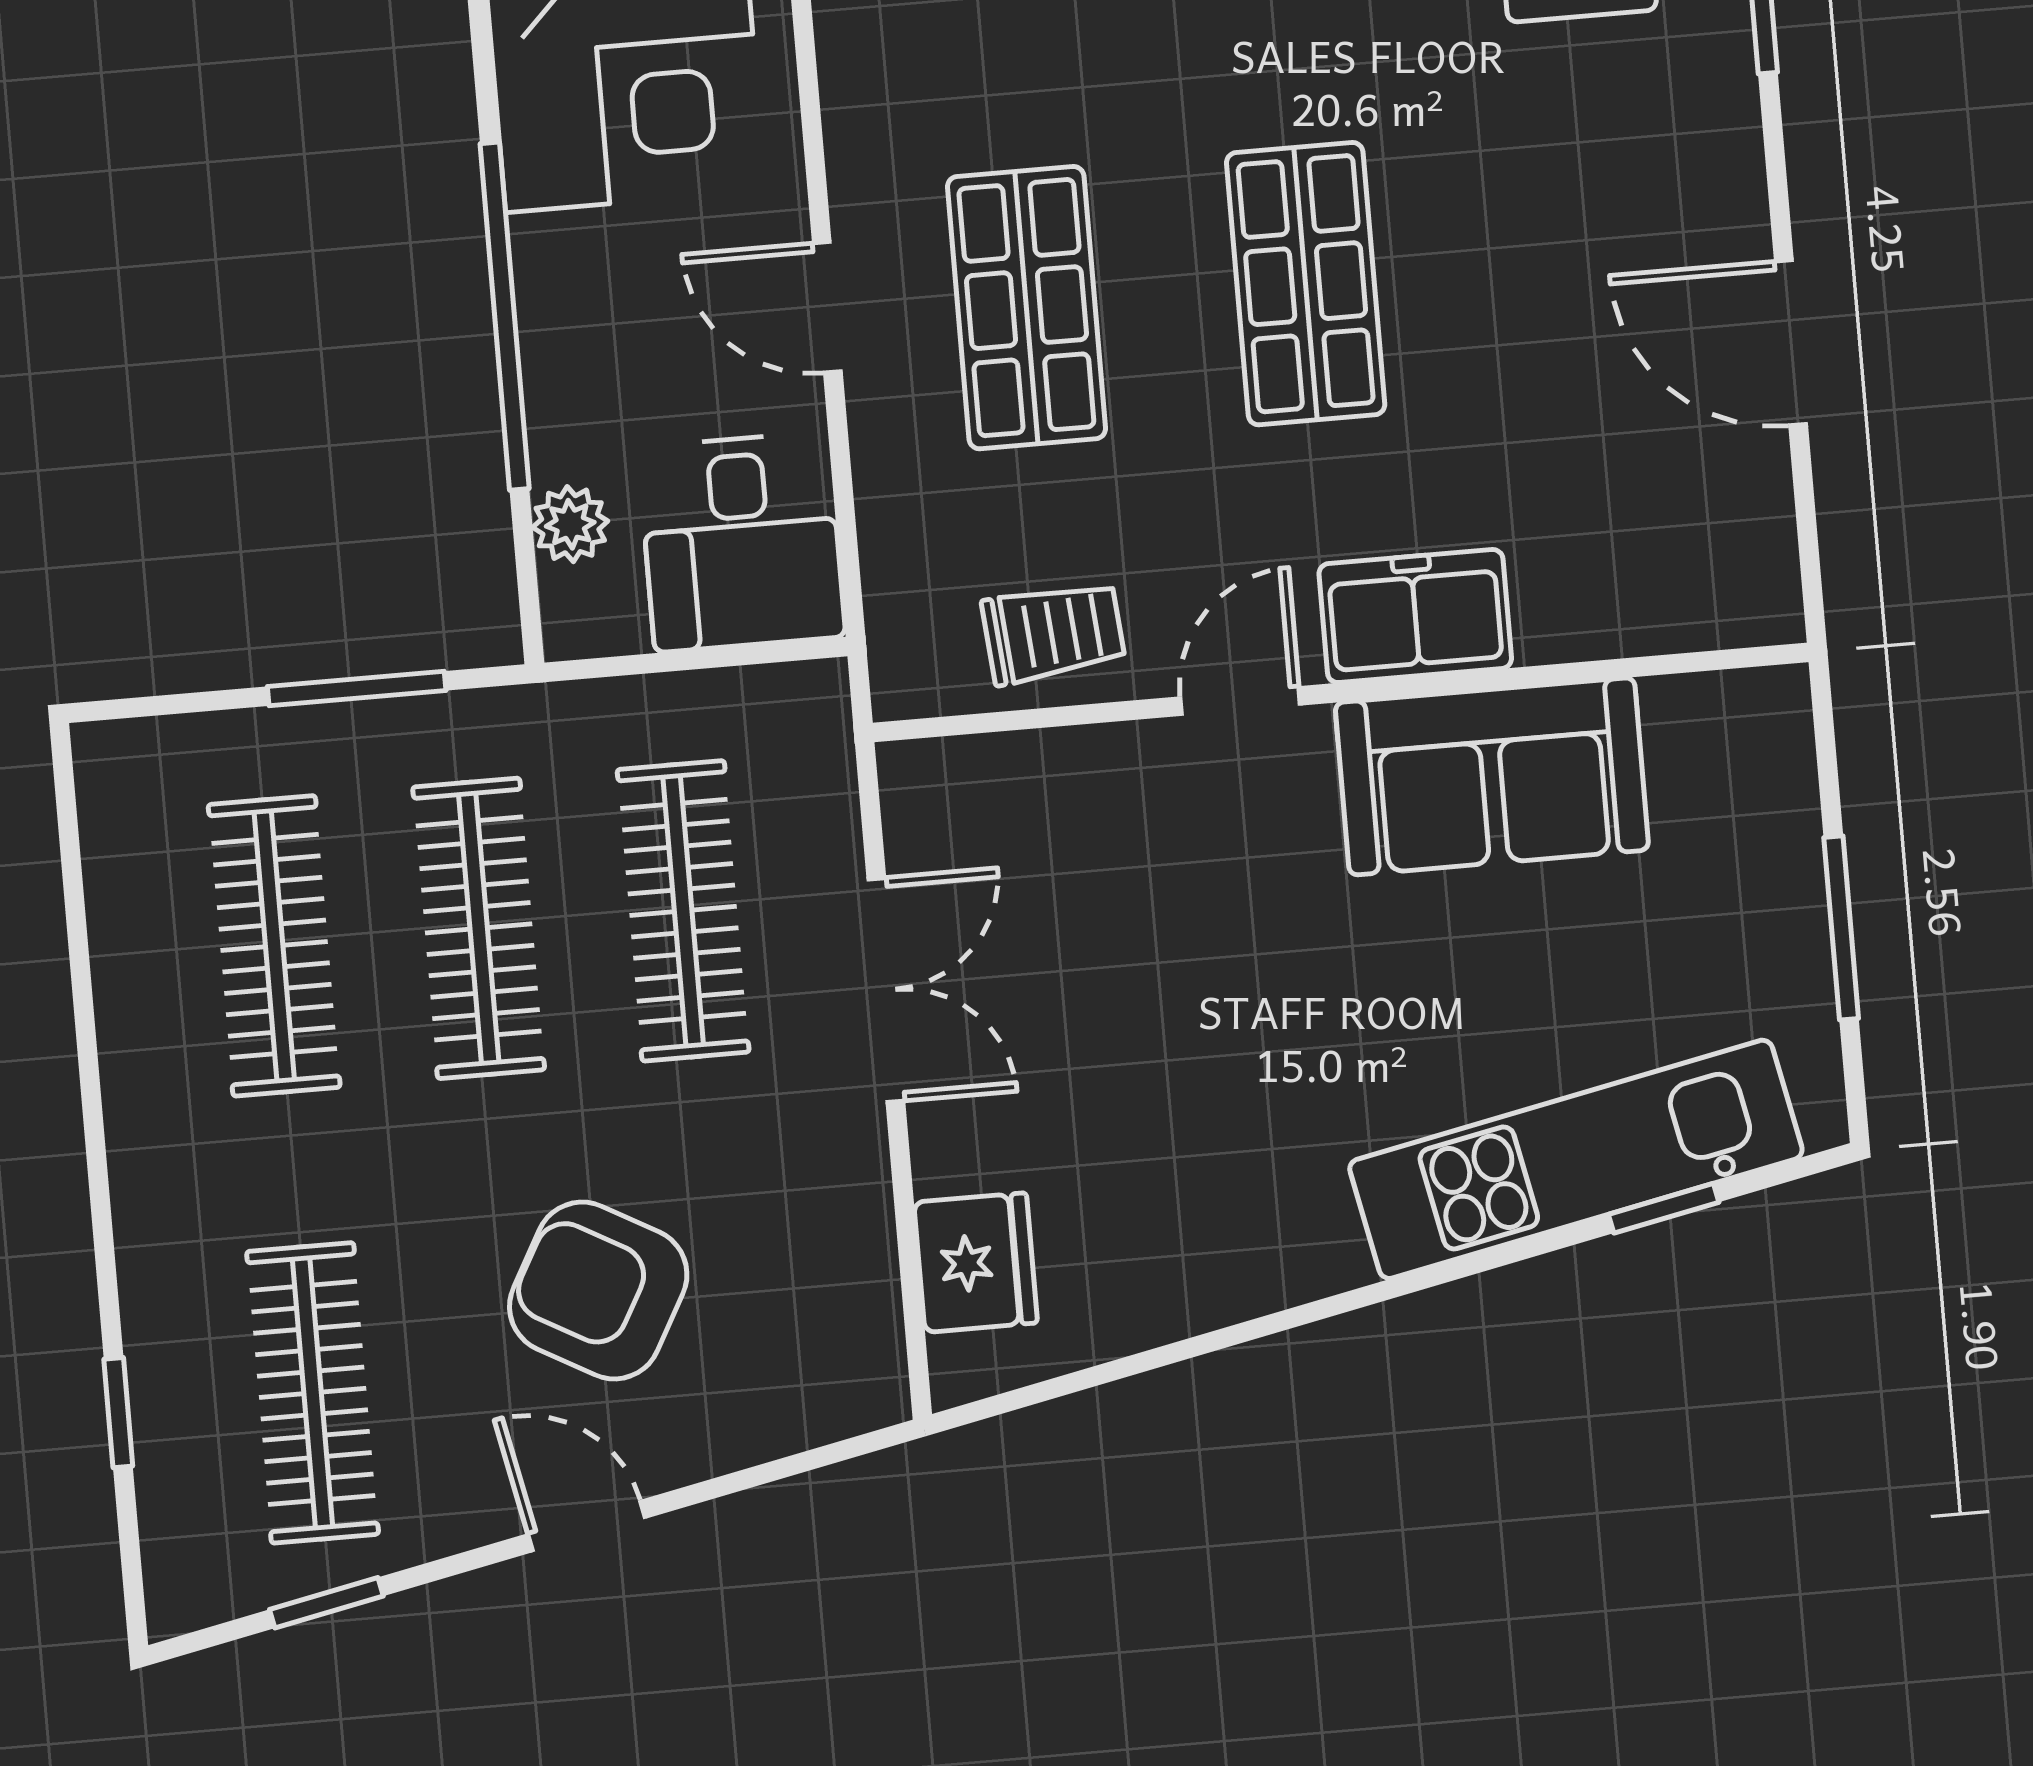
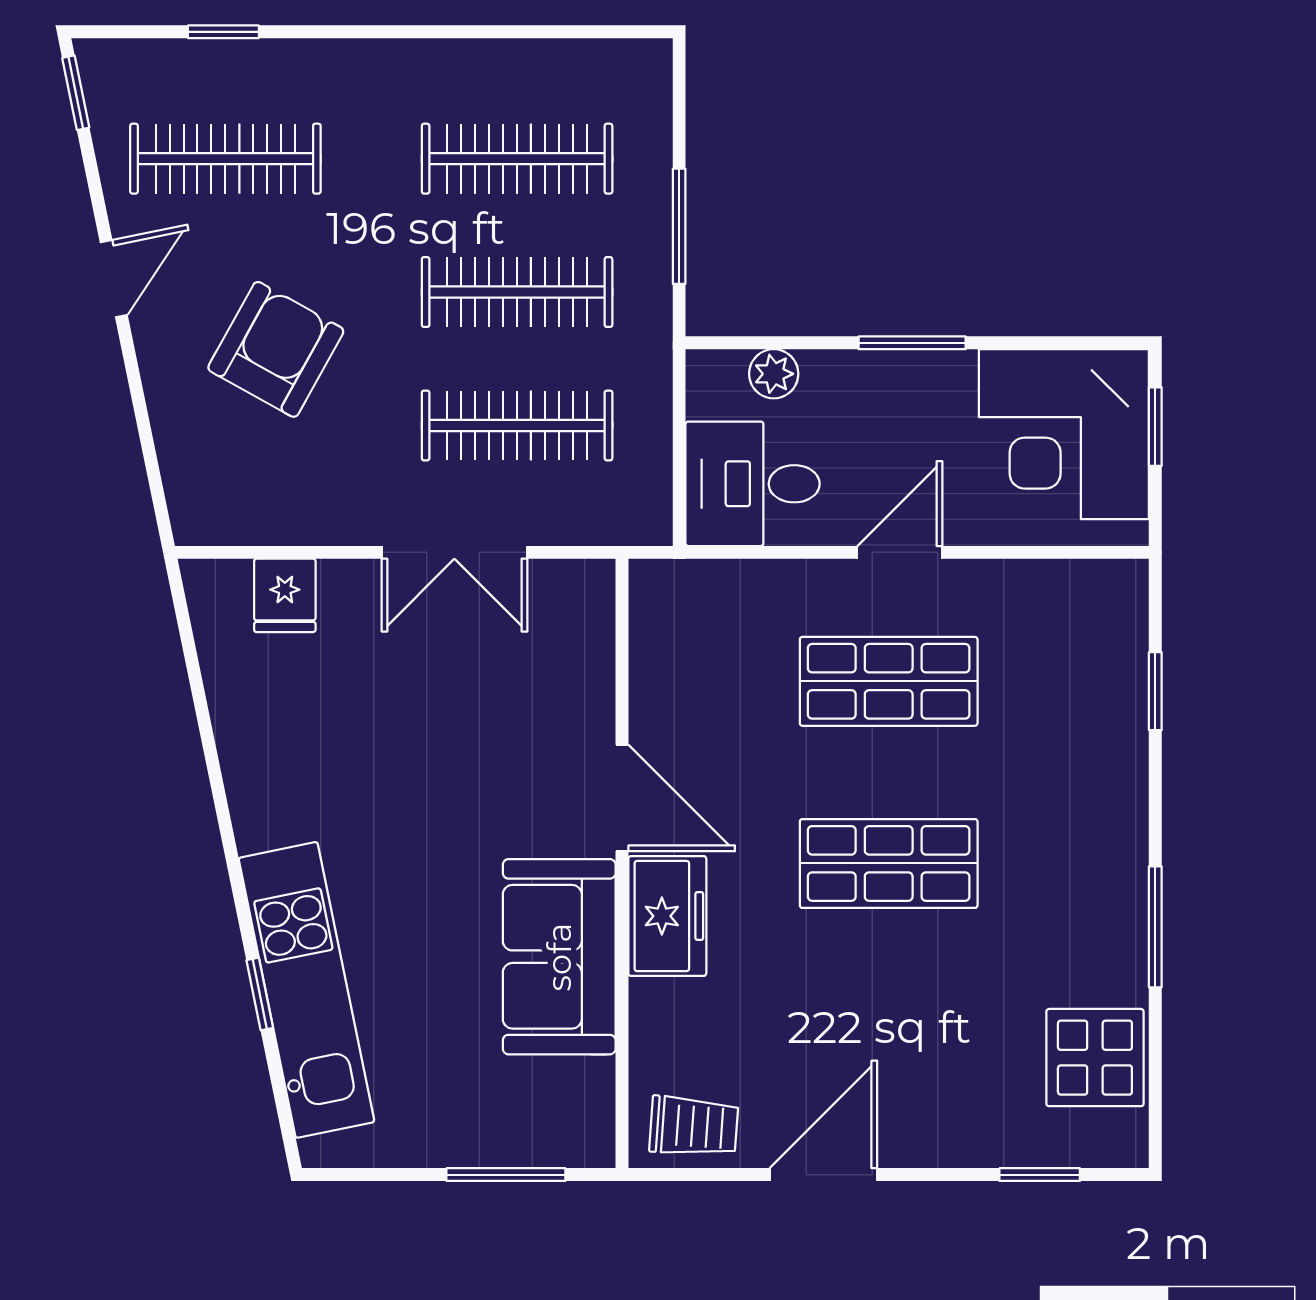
window: (505, 316) -> (912, 343), width x0.47
trolley: (1053, 632) -> (694, 1126), moved, turned -81
door: (1240, 701) -> (622, 798), width x1.38
window: (1841, 928) -> (506, 1175), moved
window: (1664, 1208) -> (260, 994), moved
fridge: (976, 1263) -> (285, 595), width x0.72
door: (587, 1526) -> (114, 279), moved
window: (326, 1603) -> (76, 93), moved

